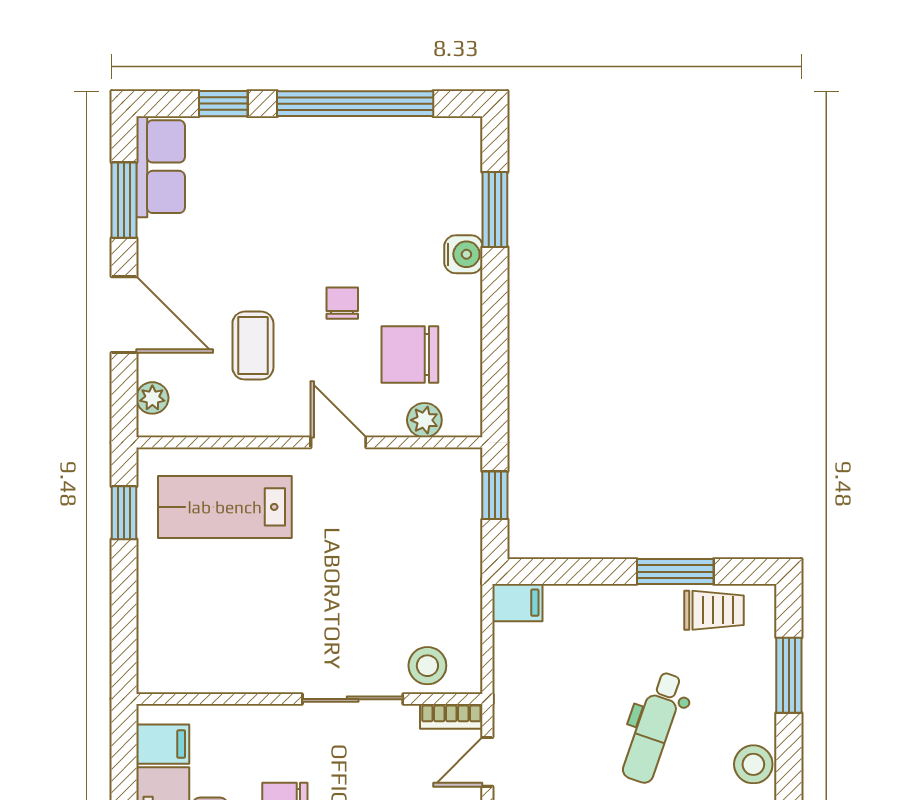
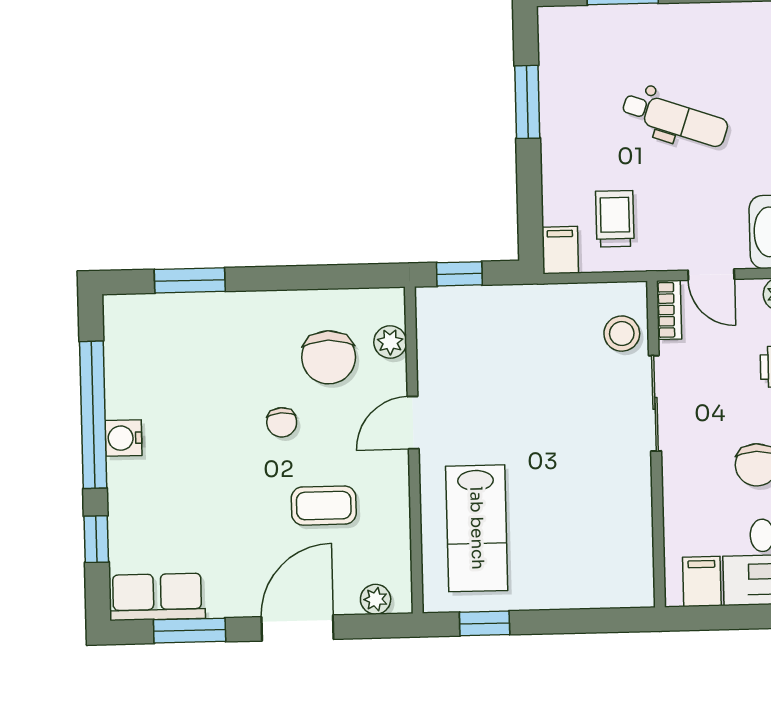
water cooler: (463, 254) -> (124, 438), moved, turned -90
chair: (342, 303) -> (282, 422), turned -93
trolley: (714, 610) -> (615, 219), moved
stool: (753, 764) -> (707, 24), removed

